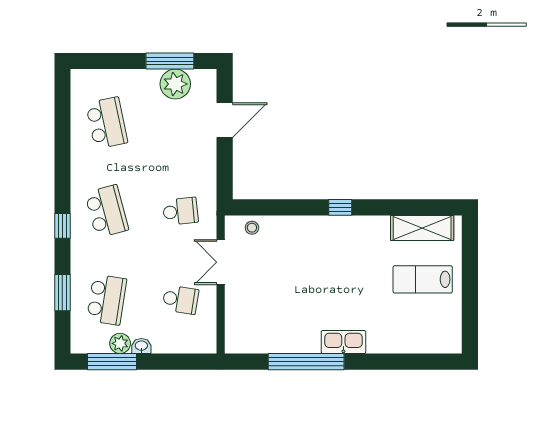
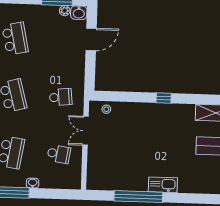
washbasin: (204, 79) -> (79, 13), added
plant: (175, 84) -> (65, 11), width x0.53, depth x0.53
plant: (120, 343) -> (19, 181), removed

